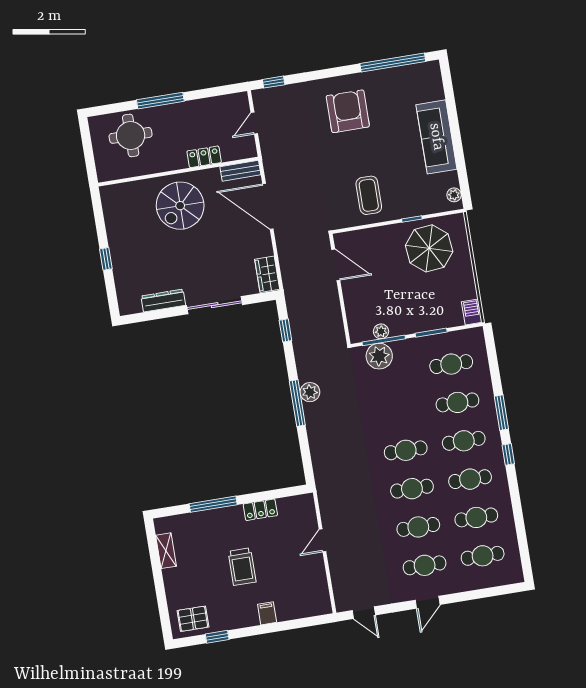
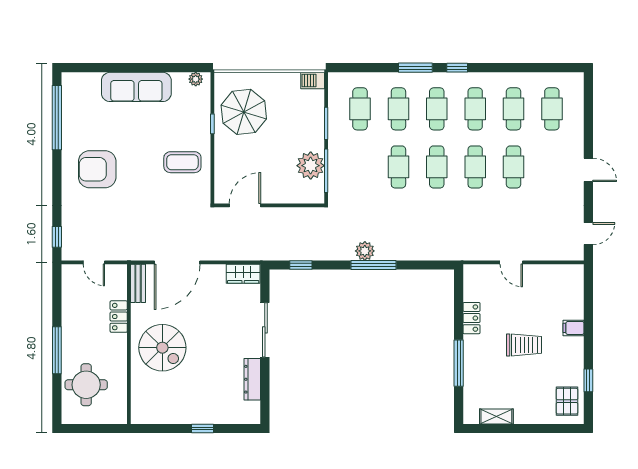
plant: (381, 331) -> (311, 166), width x1.87, depth x1.87
plant: (379, 356) -> (341, 178), removed
cafe table: (425, 565) -> (398, 167), moved

